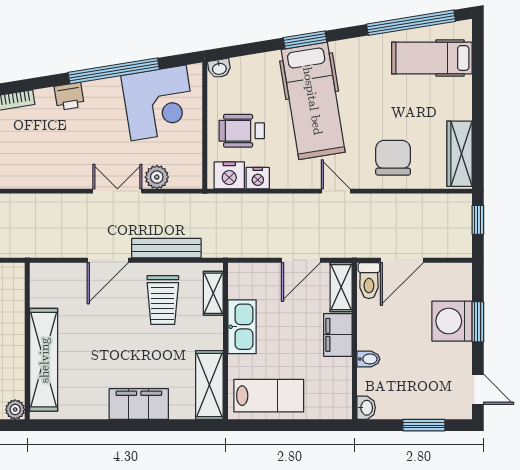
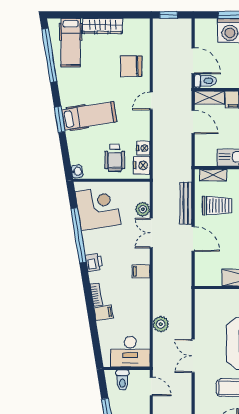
hospital bed: (313, 101) -> (89, 116), width x0.73, depth x0.78
wardrobe: (459, 154) -> (103, 26), moved
filing cabinet: (54, 174) -> (141, 271), added

